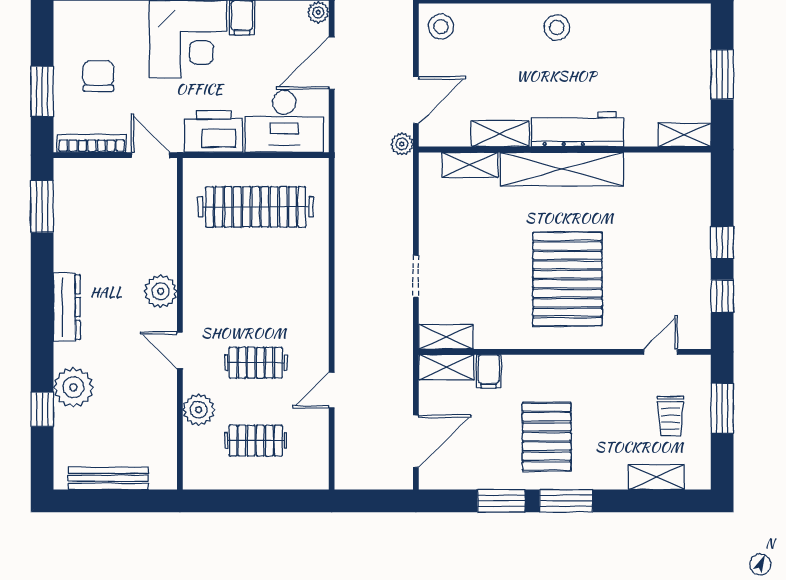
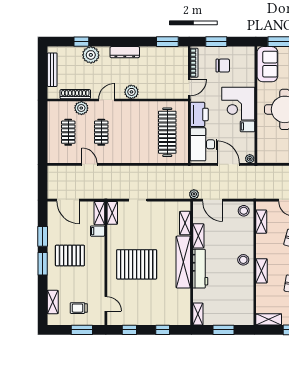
window: (722, 242) -> (163, 330), moved
shoe rack: (166, 424) -> (75, 94), added

